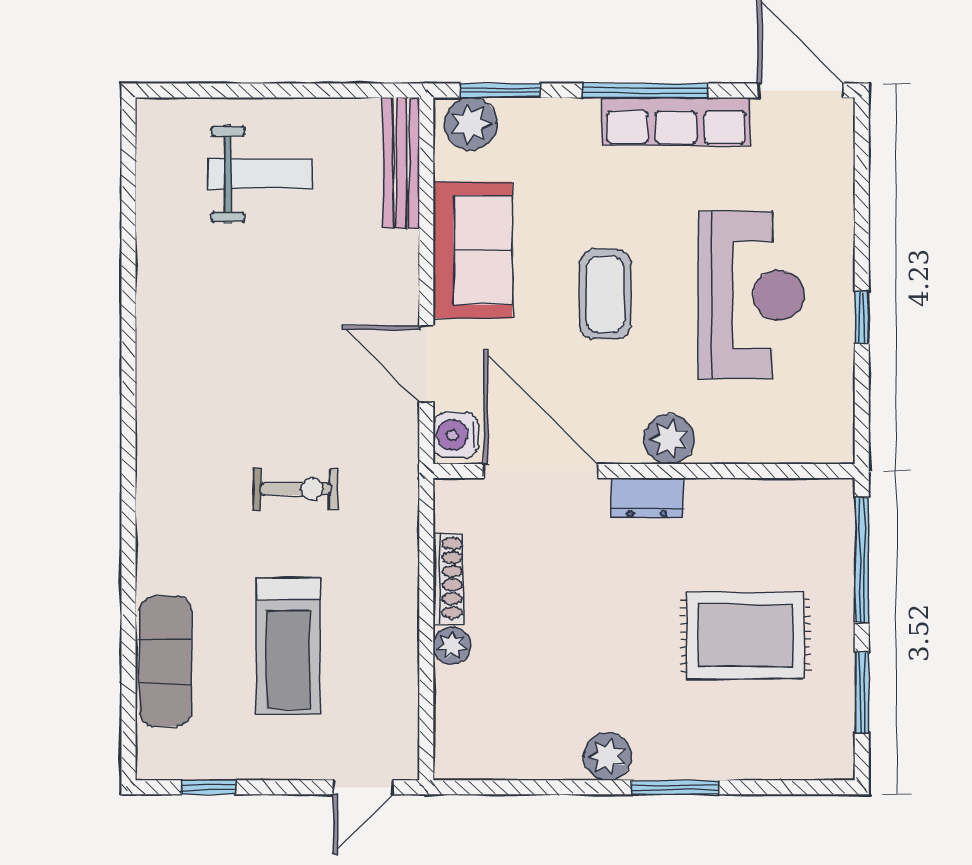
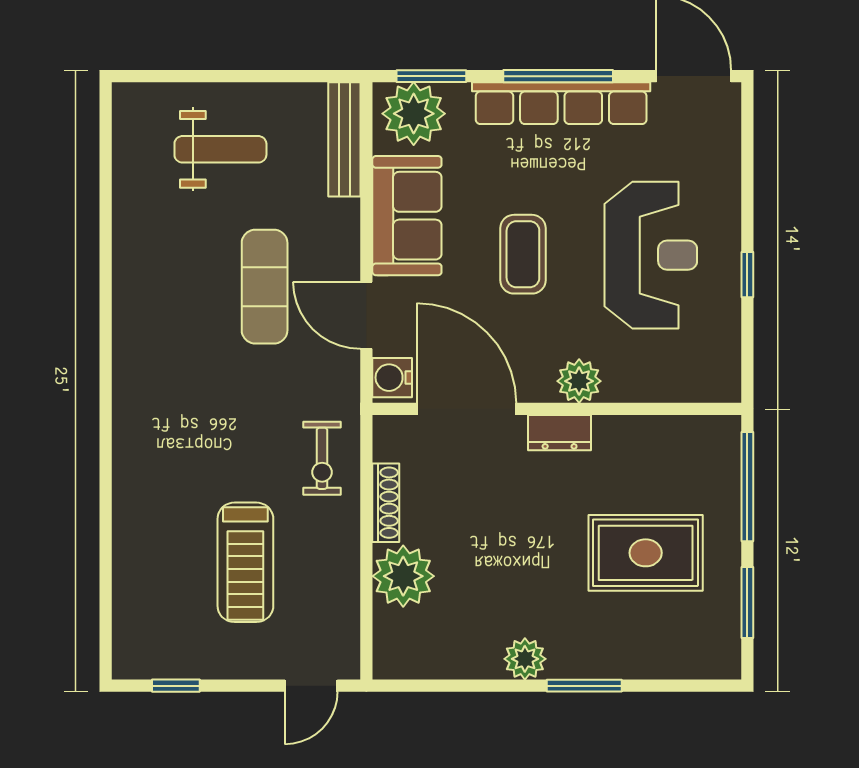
row of seats: (676, 122) -> (561, 103), width x1.36
plant: (471, 124) -> (414, 114), width x1.36, depth x1.36
exercise bike: (296, 489) -> (322, 458), moved, turned 90
plant: (452, 646) -> (403, 576), width x1.87, depth x1.87
exercise mat: (166, 661) -> (265, 287), moved

